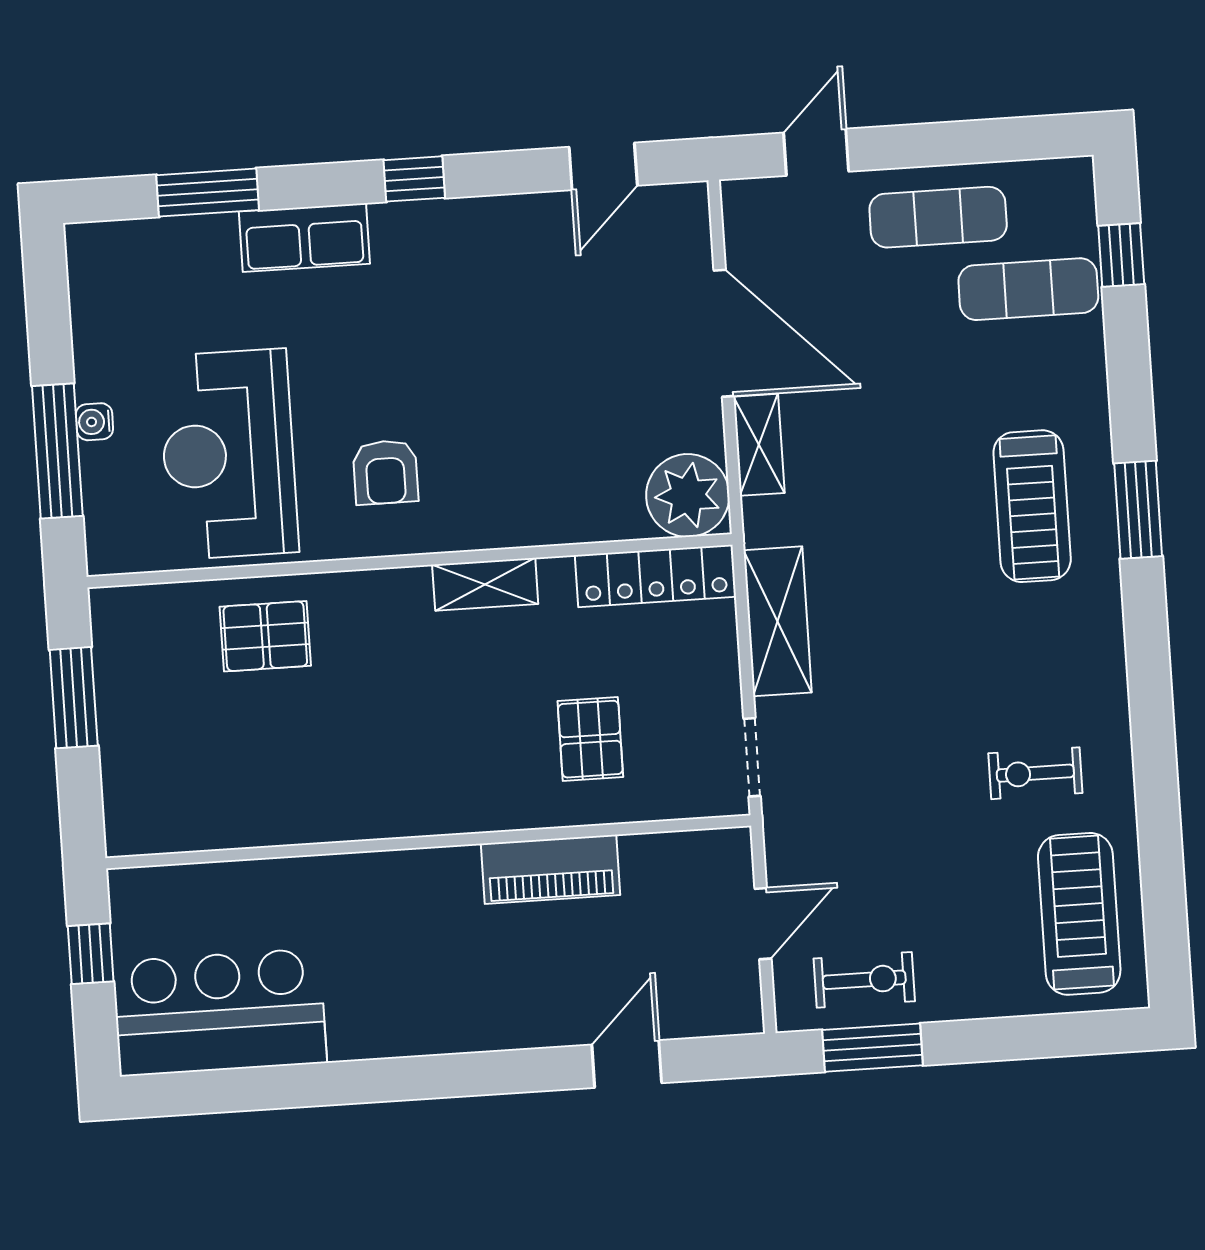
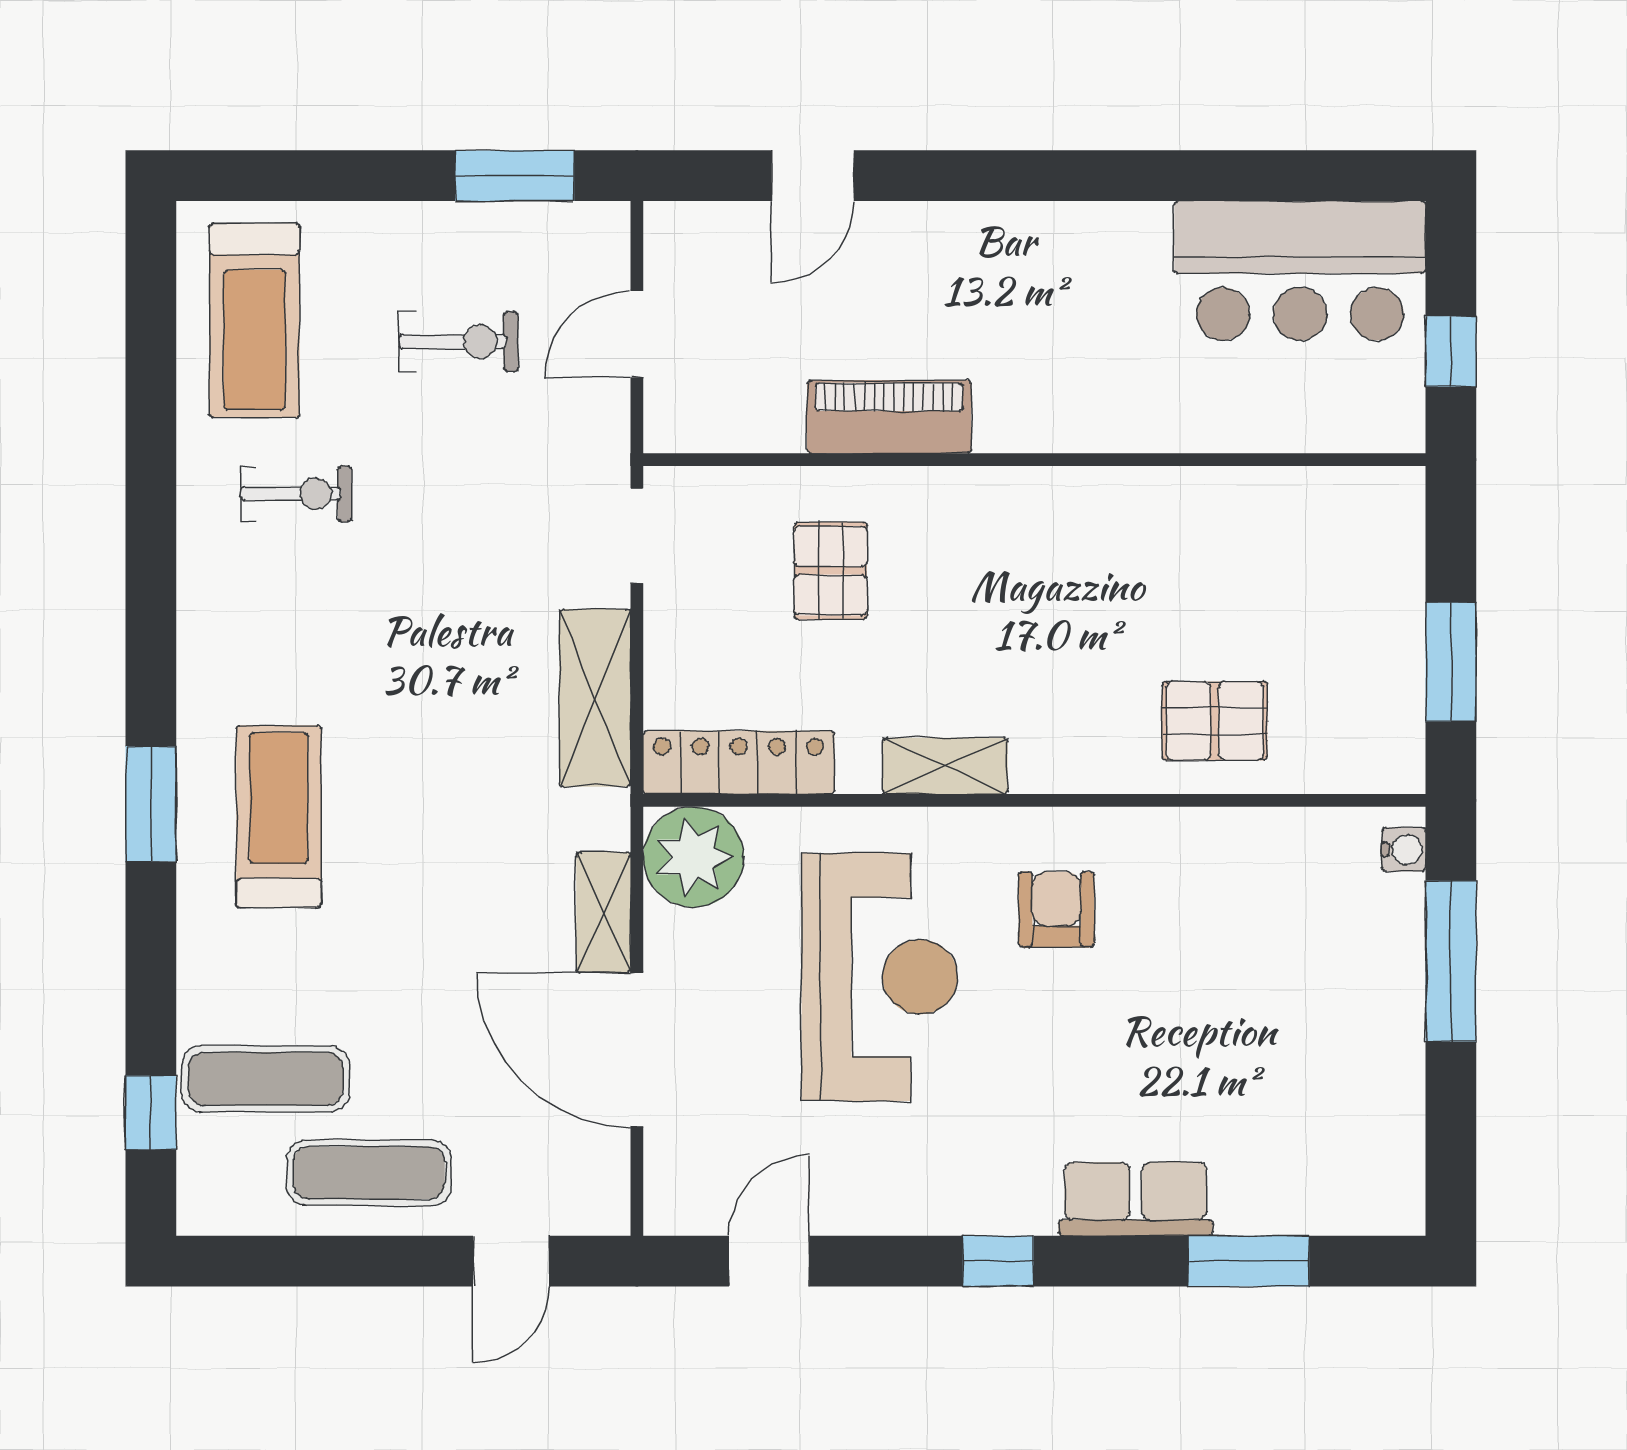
water cooler: (94, 422) -> (1404, 849), moved
reception desk: (228, 454) -> (879, 977), moved
exercise bike: (864, 980) -> (459, 342), moved, turned 180

